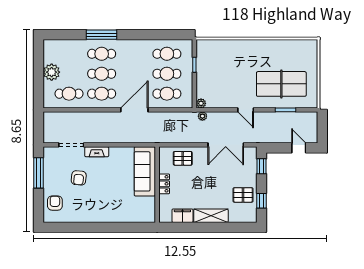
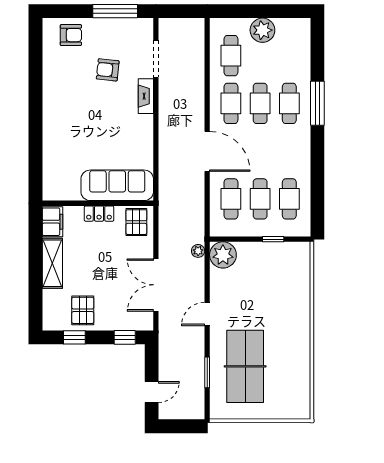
plant: (201, 103) -> (223, 255), width x1.87, depth x1.87
sofa: (145, 171) -> (117, 185), moved
locker: (164, 184) -> (99, 214), moved
wall: (157, 185) -> (98, 203), moved

